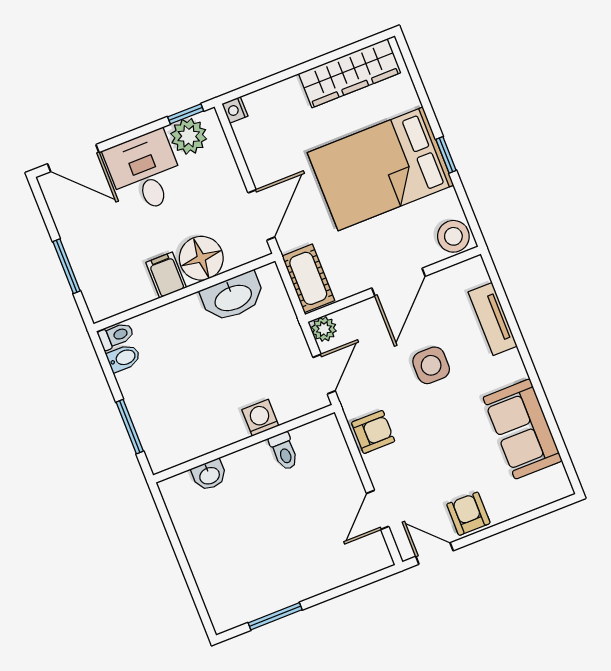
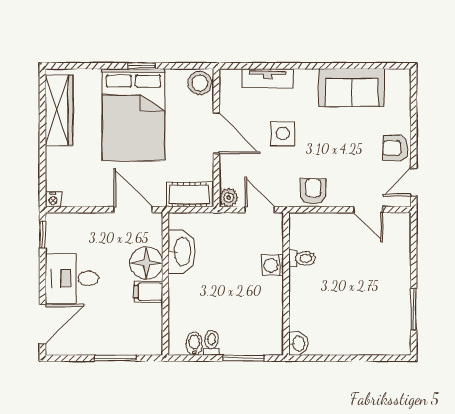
plant: (189, 136) -> (59, 238), removed
toilet: (116, 336) -> (212, 343), moved
washbasin: (209, 475) -> (298, 344), moved

